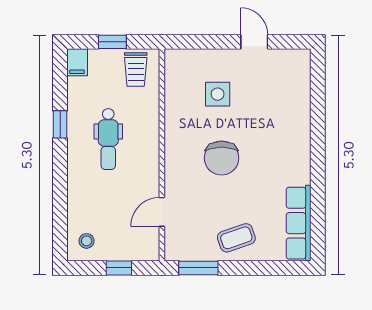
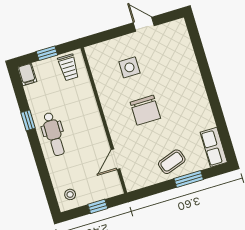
dental chair: (108, 139) -> (54, 134), moved
row of seats: (299, 223) -> (214, 147), width x0.68
window: (198, 268) -> (189, 179), moved

